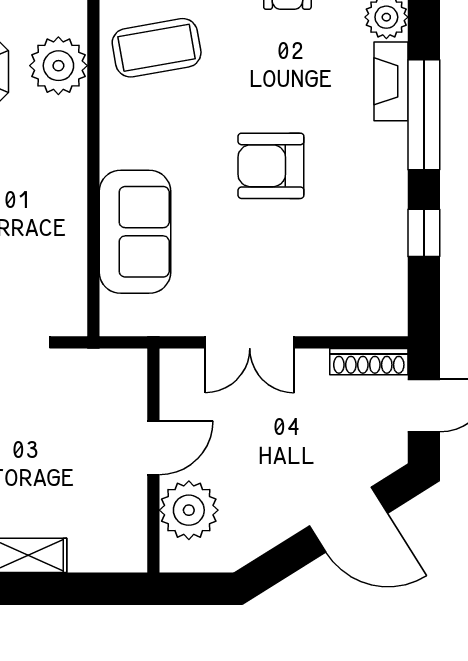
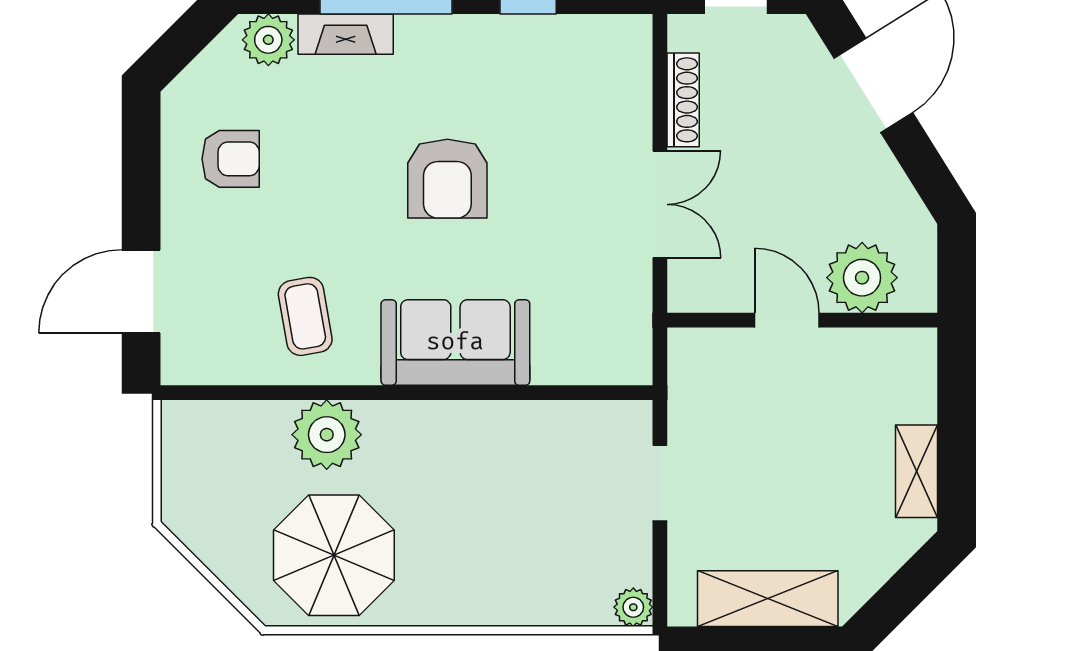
coffee table: (157, 48) -> (305, 316), width x0.73, depth x0.77
sofa: (135, 232) -> (455, 342), moved
shoe rack: (369, 362) -> (683, 100), moved

